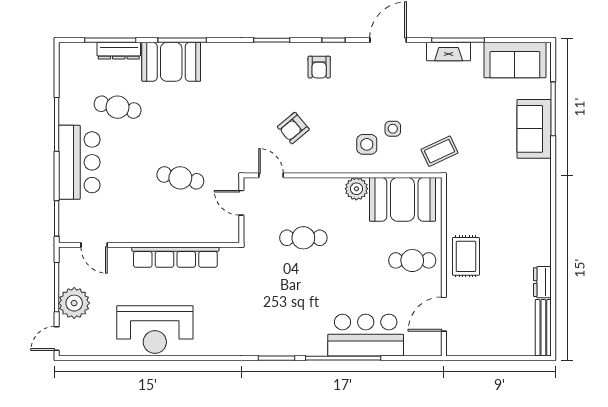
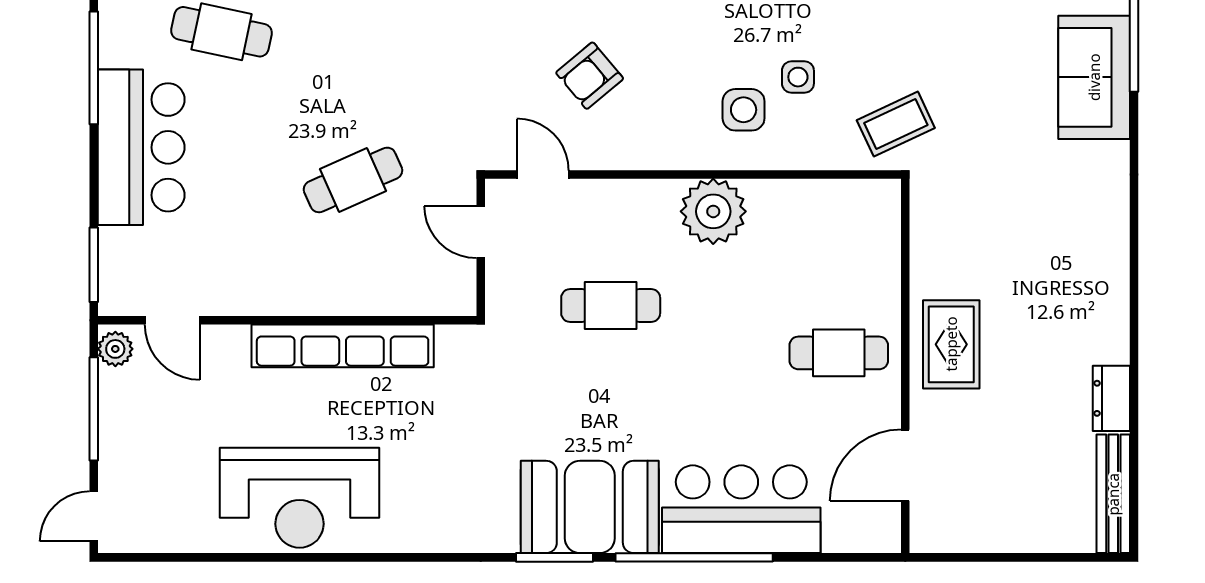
cafe table: (180, 178) -> (353, 180), turned -36
plant: (356, 189) -> (713, 211), width x1.36, depth x1.36
booth: (402, 199) -> (590, 507), moved
plant: (74, 303) -> (115, 349), moved, width x0.53, depth x0.53

